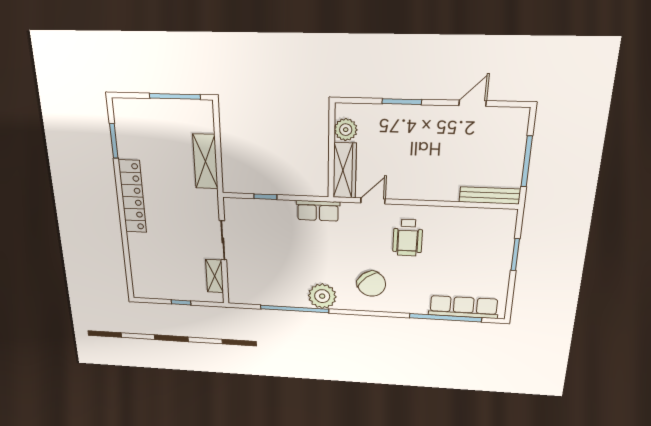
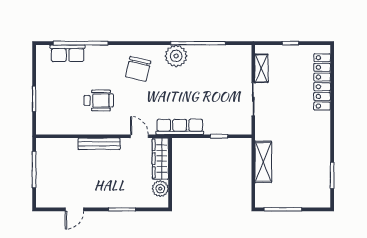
bench: (490, 195) -> (99, 144), moved
locker: (132, 197) -> (322, 82), moved
door: (373, 201) -> (139, 136), swing flipped
row of seats: (318, 211) -> (180, 127), width x1.48
wheelchair: (408, 238) -> (99, 100), moved, turned 90
chair: (372, 284) -> (138, 69), turned -127
row of seats: (464, 307) -> (68, 53), width x0.68

